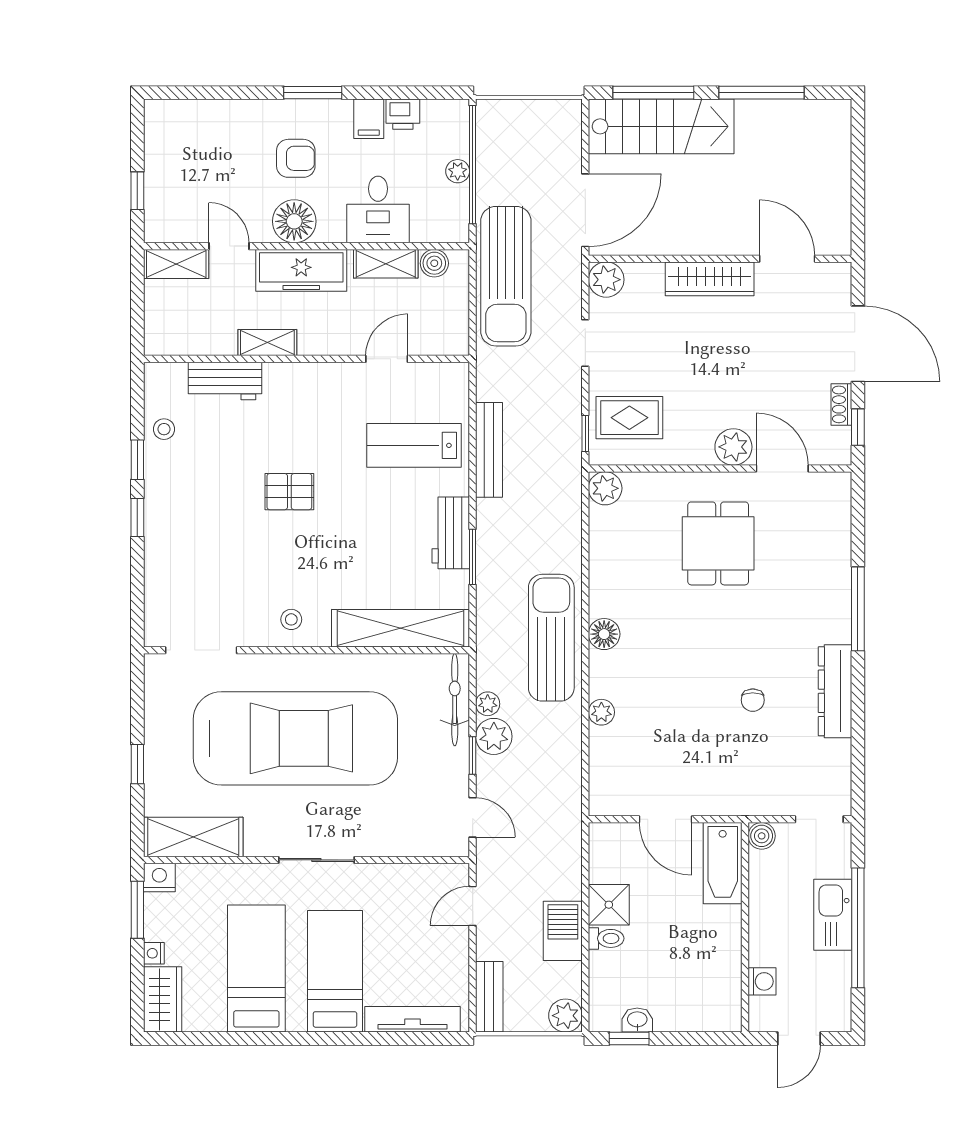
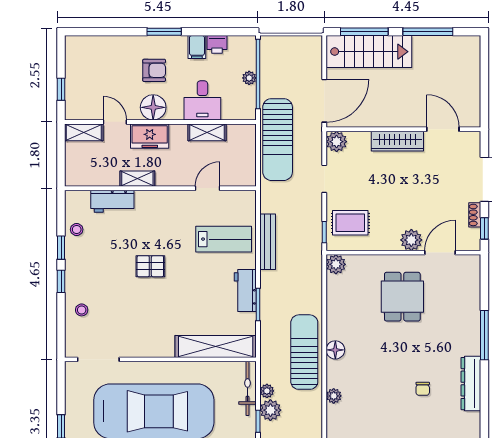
boiler: (434, 263) -> (236, 132), removed
freezer: (301, 270) -> (150, 136), width x0.71
lab bench: (414, 445) -> (224, 239), turned 180
door: (782, 468) -> (440, 253), hinge flipped
stool: (291, 619) -> (82, 310), moved

